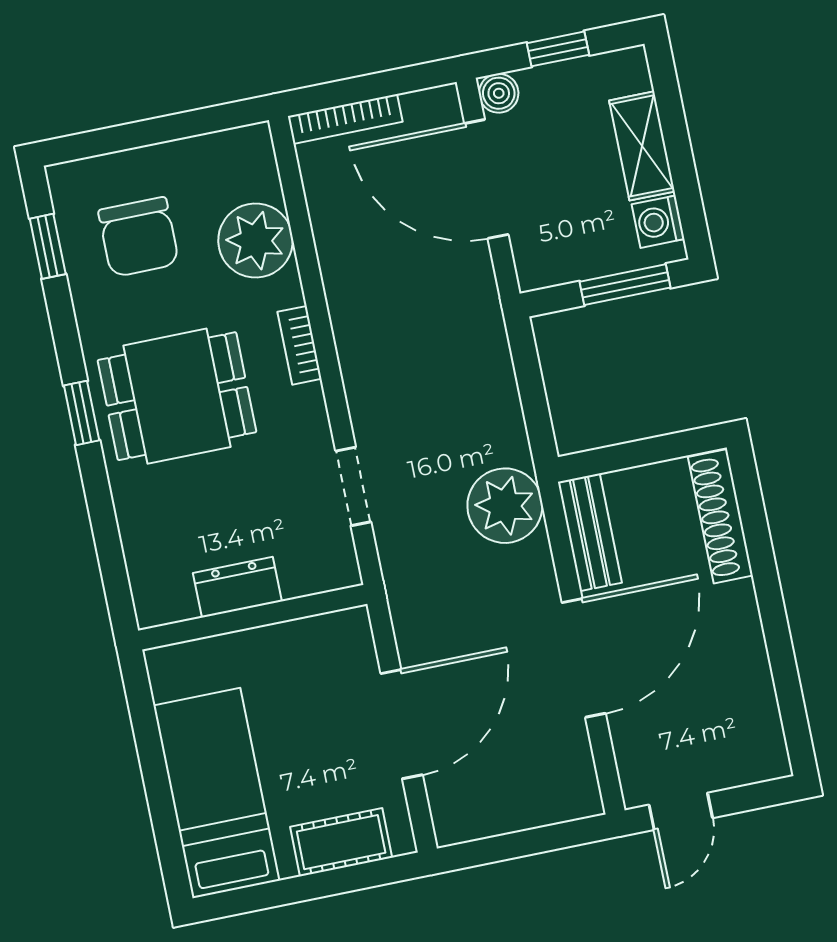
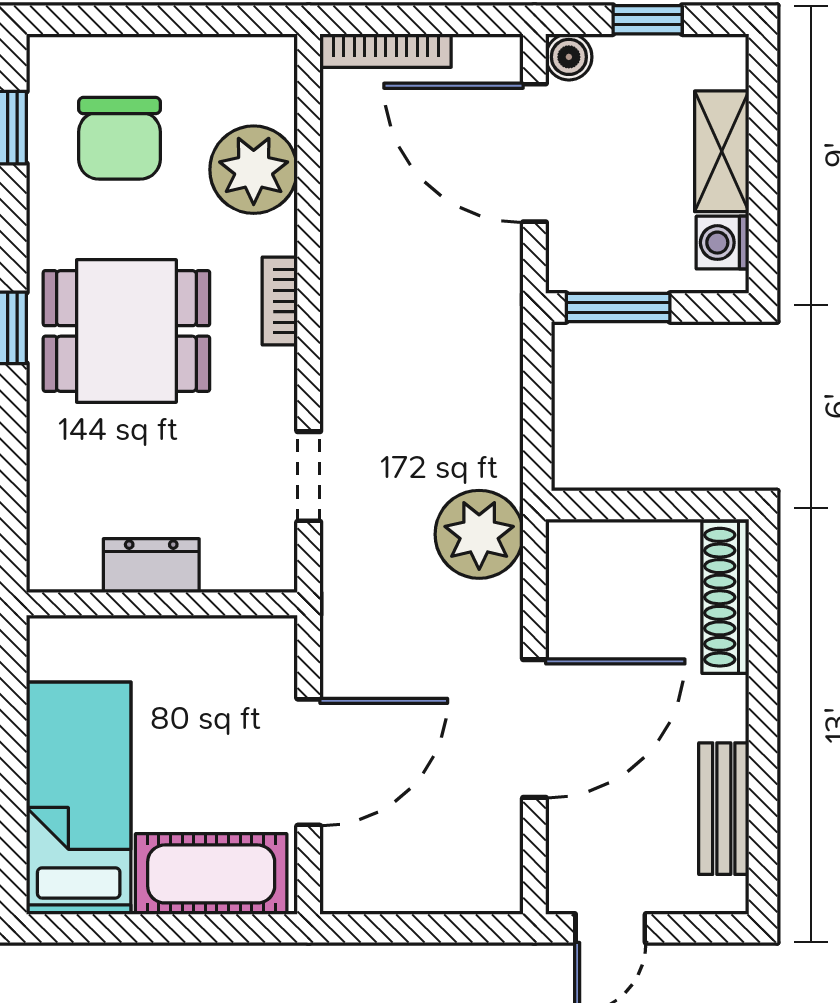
window: (625, 285) -> (618, 308), moved
bench: (590, 532) -> (724, 809), moved
cot: (341, 842) -> (211, 874), width x1.37, depth x1.34

